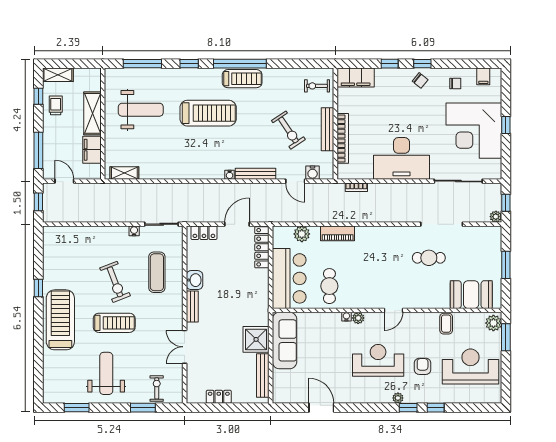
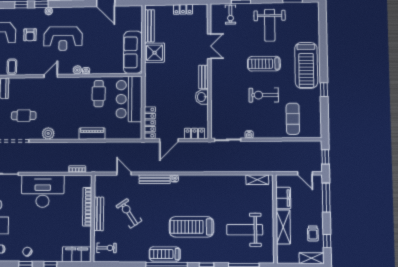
water cooler: (313, 173) -> (111, 180), removed
plant: (302, 234) -> (48, 133), moved
exercise mat: (157, 272) -> (293, 119), moved
exercise bike: (115, 282) -> (264, 95), turned -69

